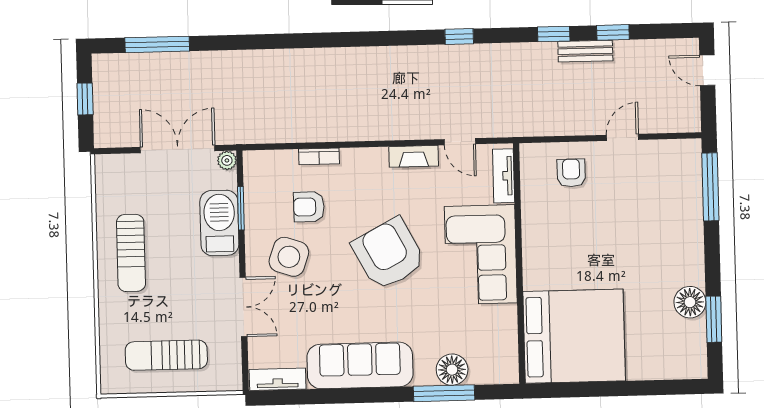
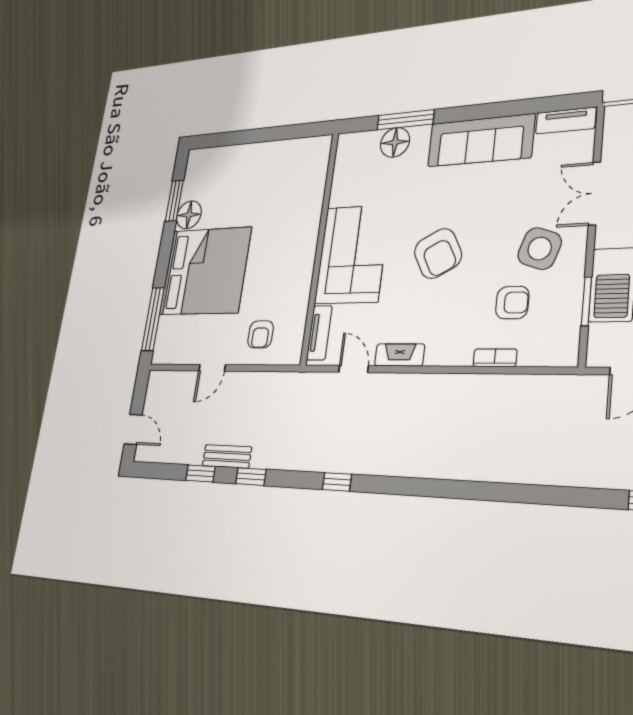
plant: (227, 160) -> (597, 356), removed
armchair: (389, 254) -> (438, 253), width x0.73, depth x0.73
bed: (574, 336) -> (205, 271), moved, turned 180

